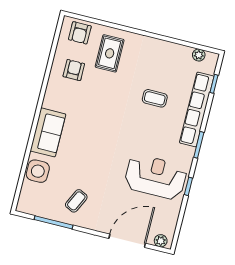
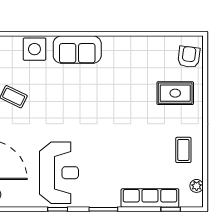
armchair: (80, 33) -> (189, 57), turned 97
armchair: (74, 70) -> (149, 60), removed
coffee table: (155, 98) -> (183, 150), moved
row of seats: (197, 110) -> (150, 198), width x0.73

